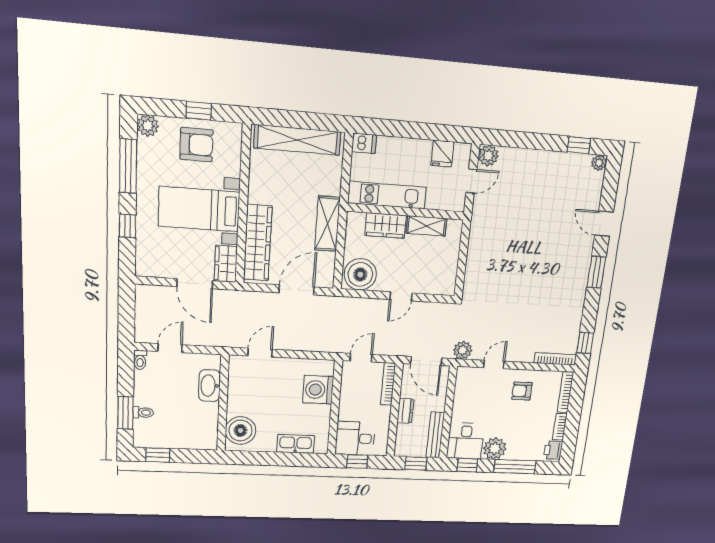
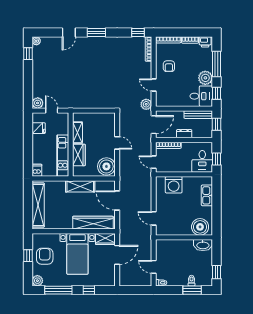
washbasin: (209, 386) -> (203, 245), moved

